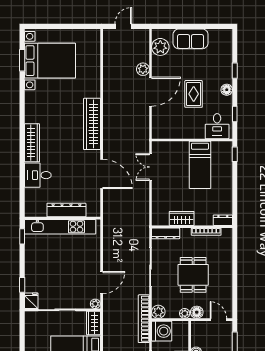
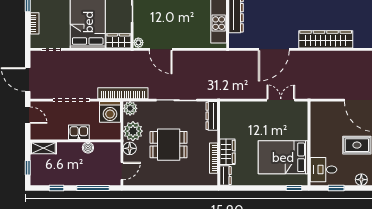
bed: (200, 165) -> (283, 157), width x1.50
wardrobe: (182, 218) -> (227, 152), moved
plant: (185, 313) -> (133, 131), width x1.88, depth x1.88

